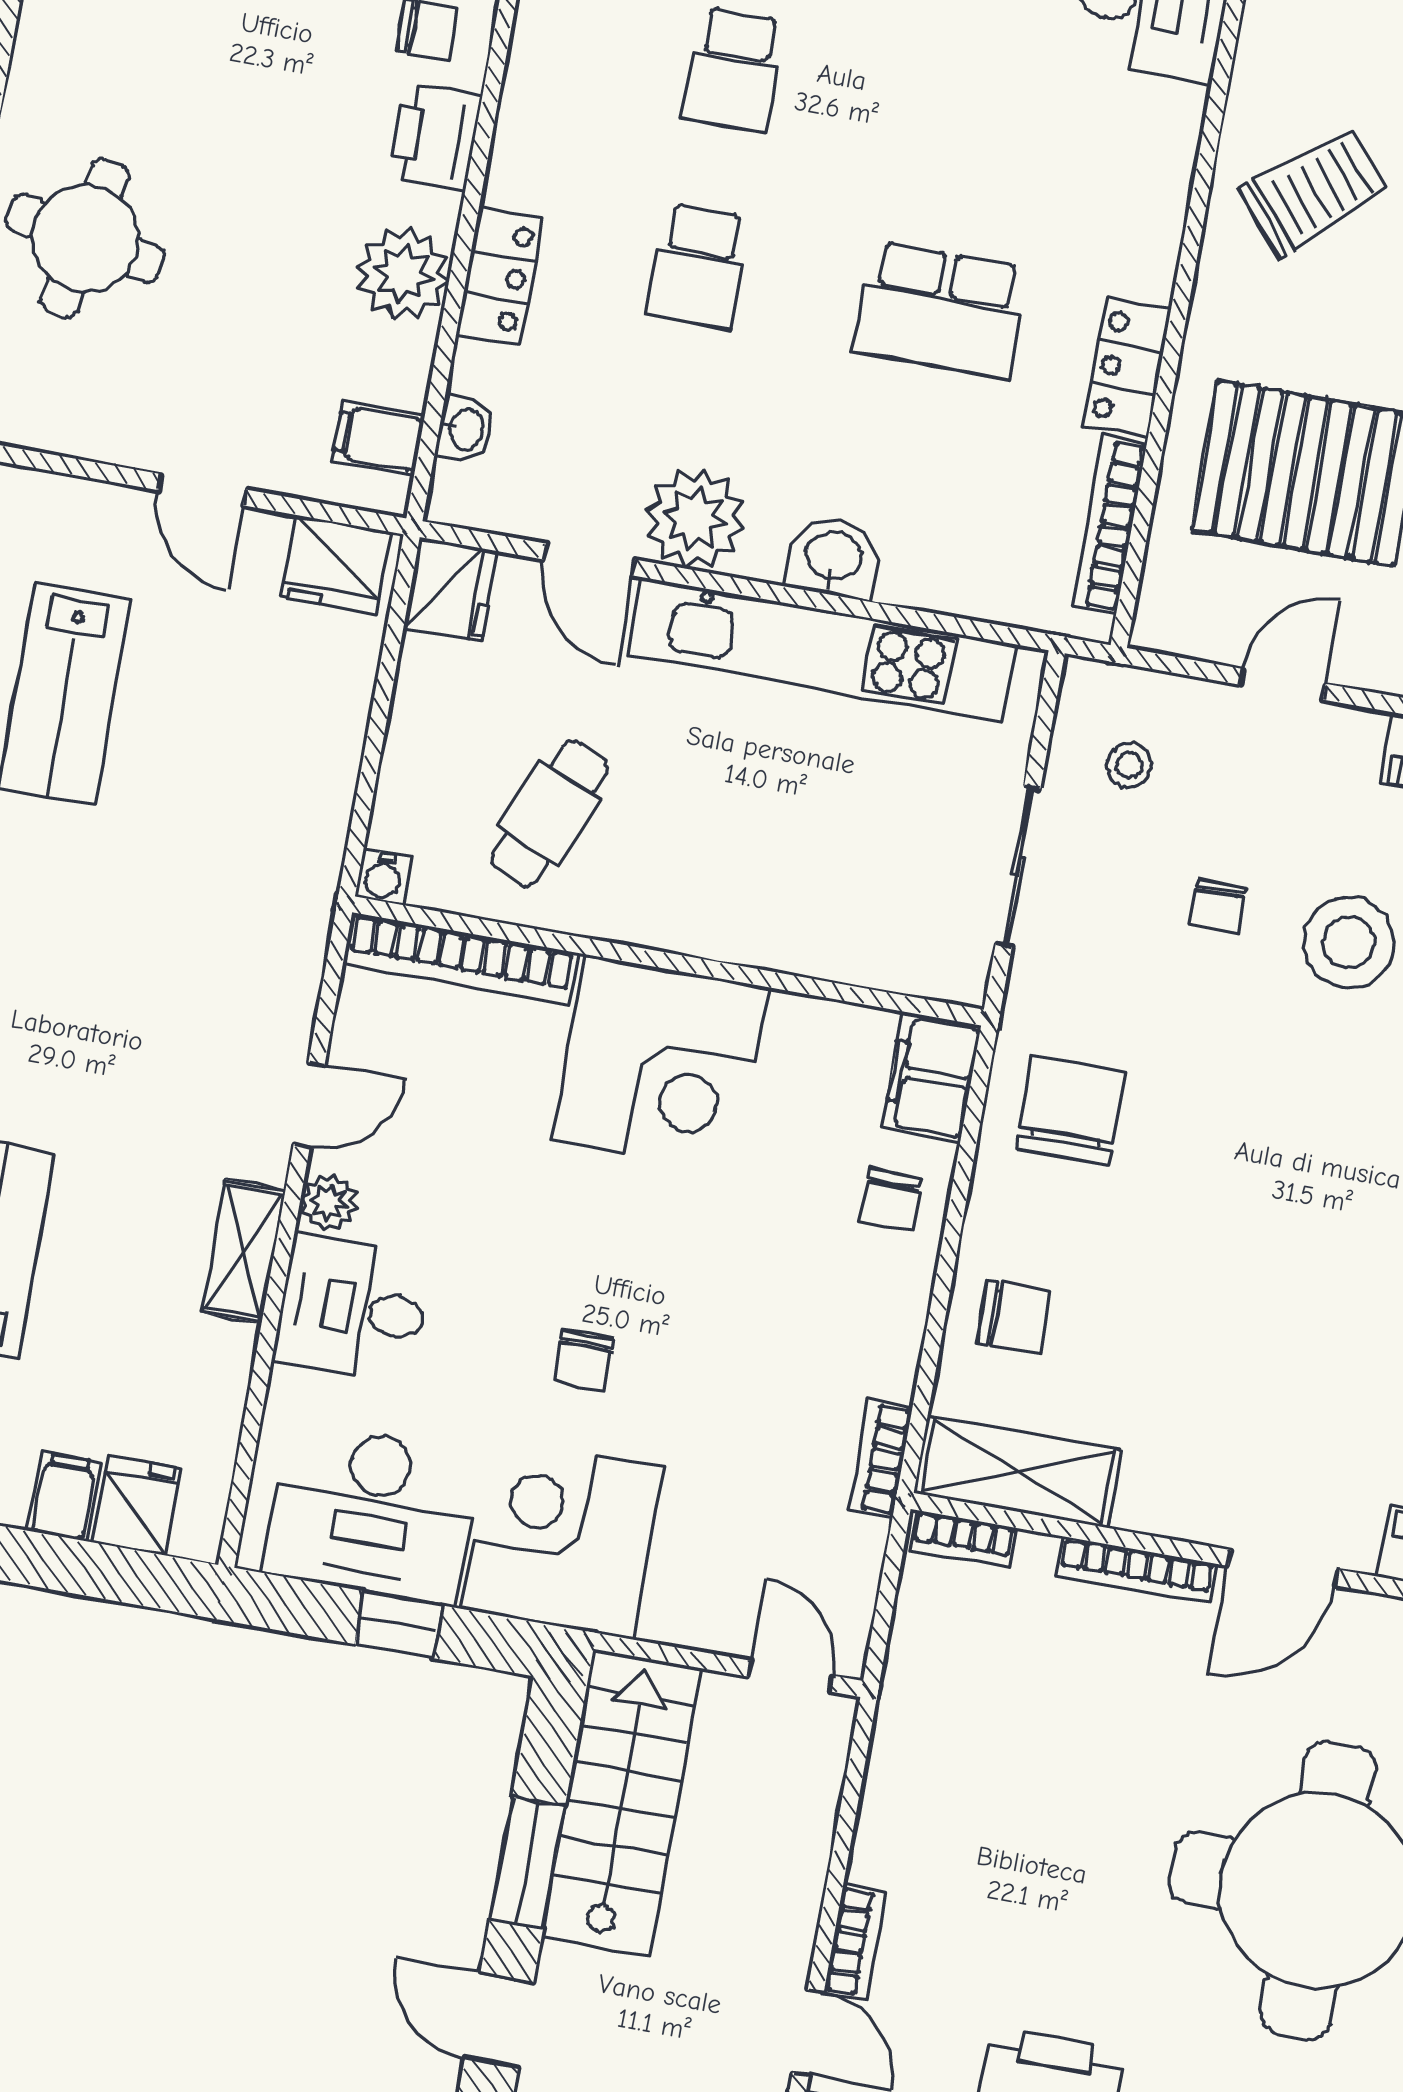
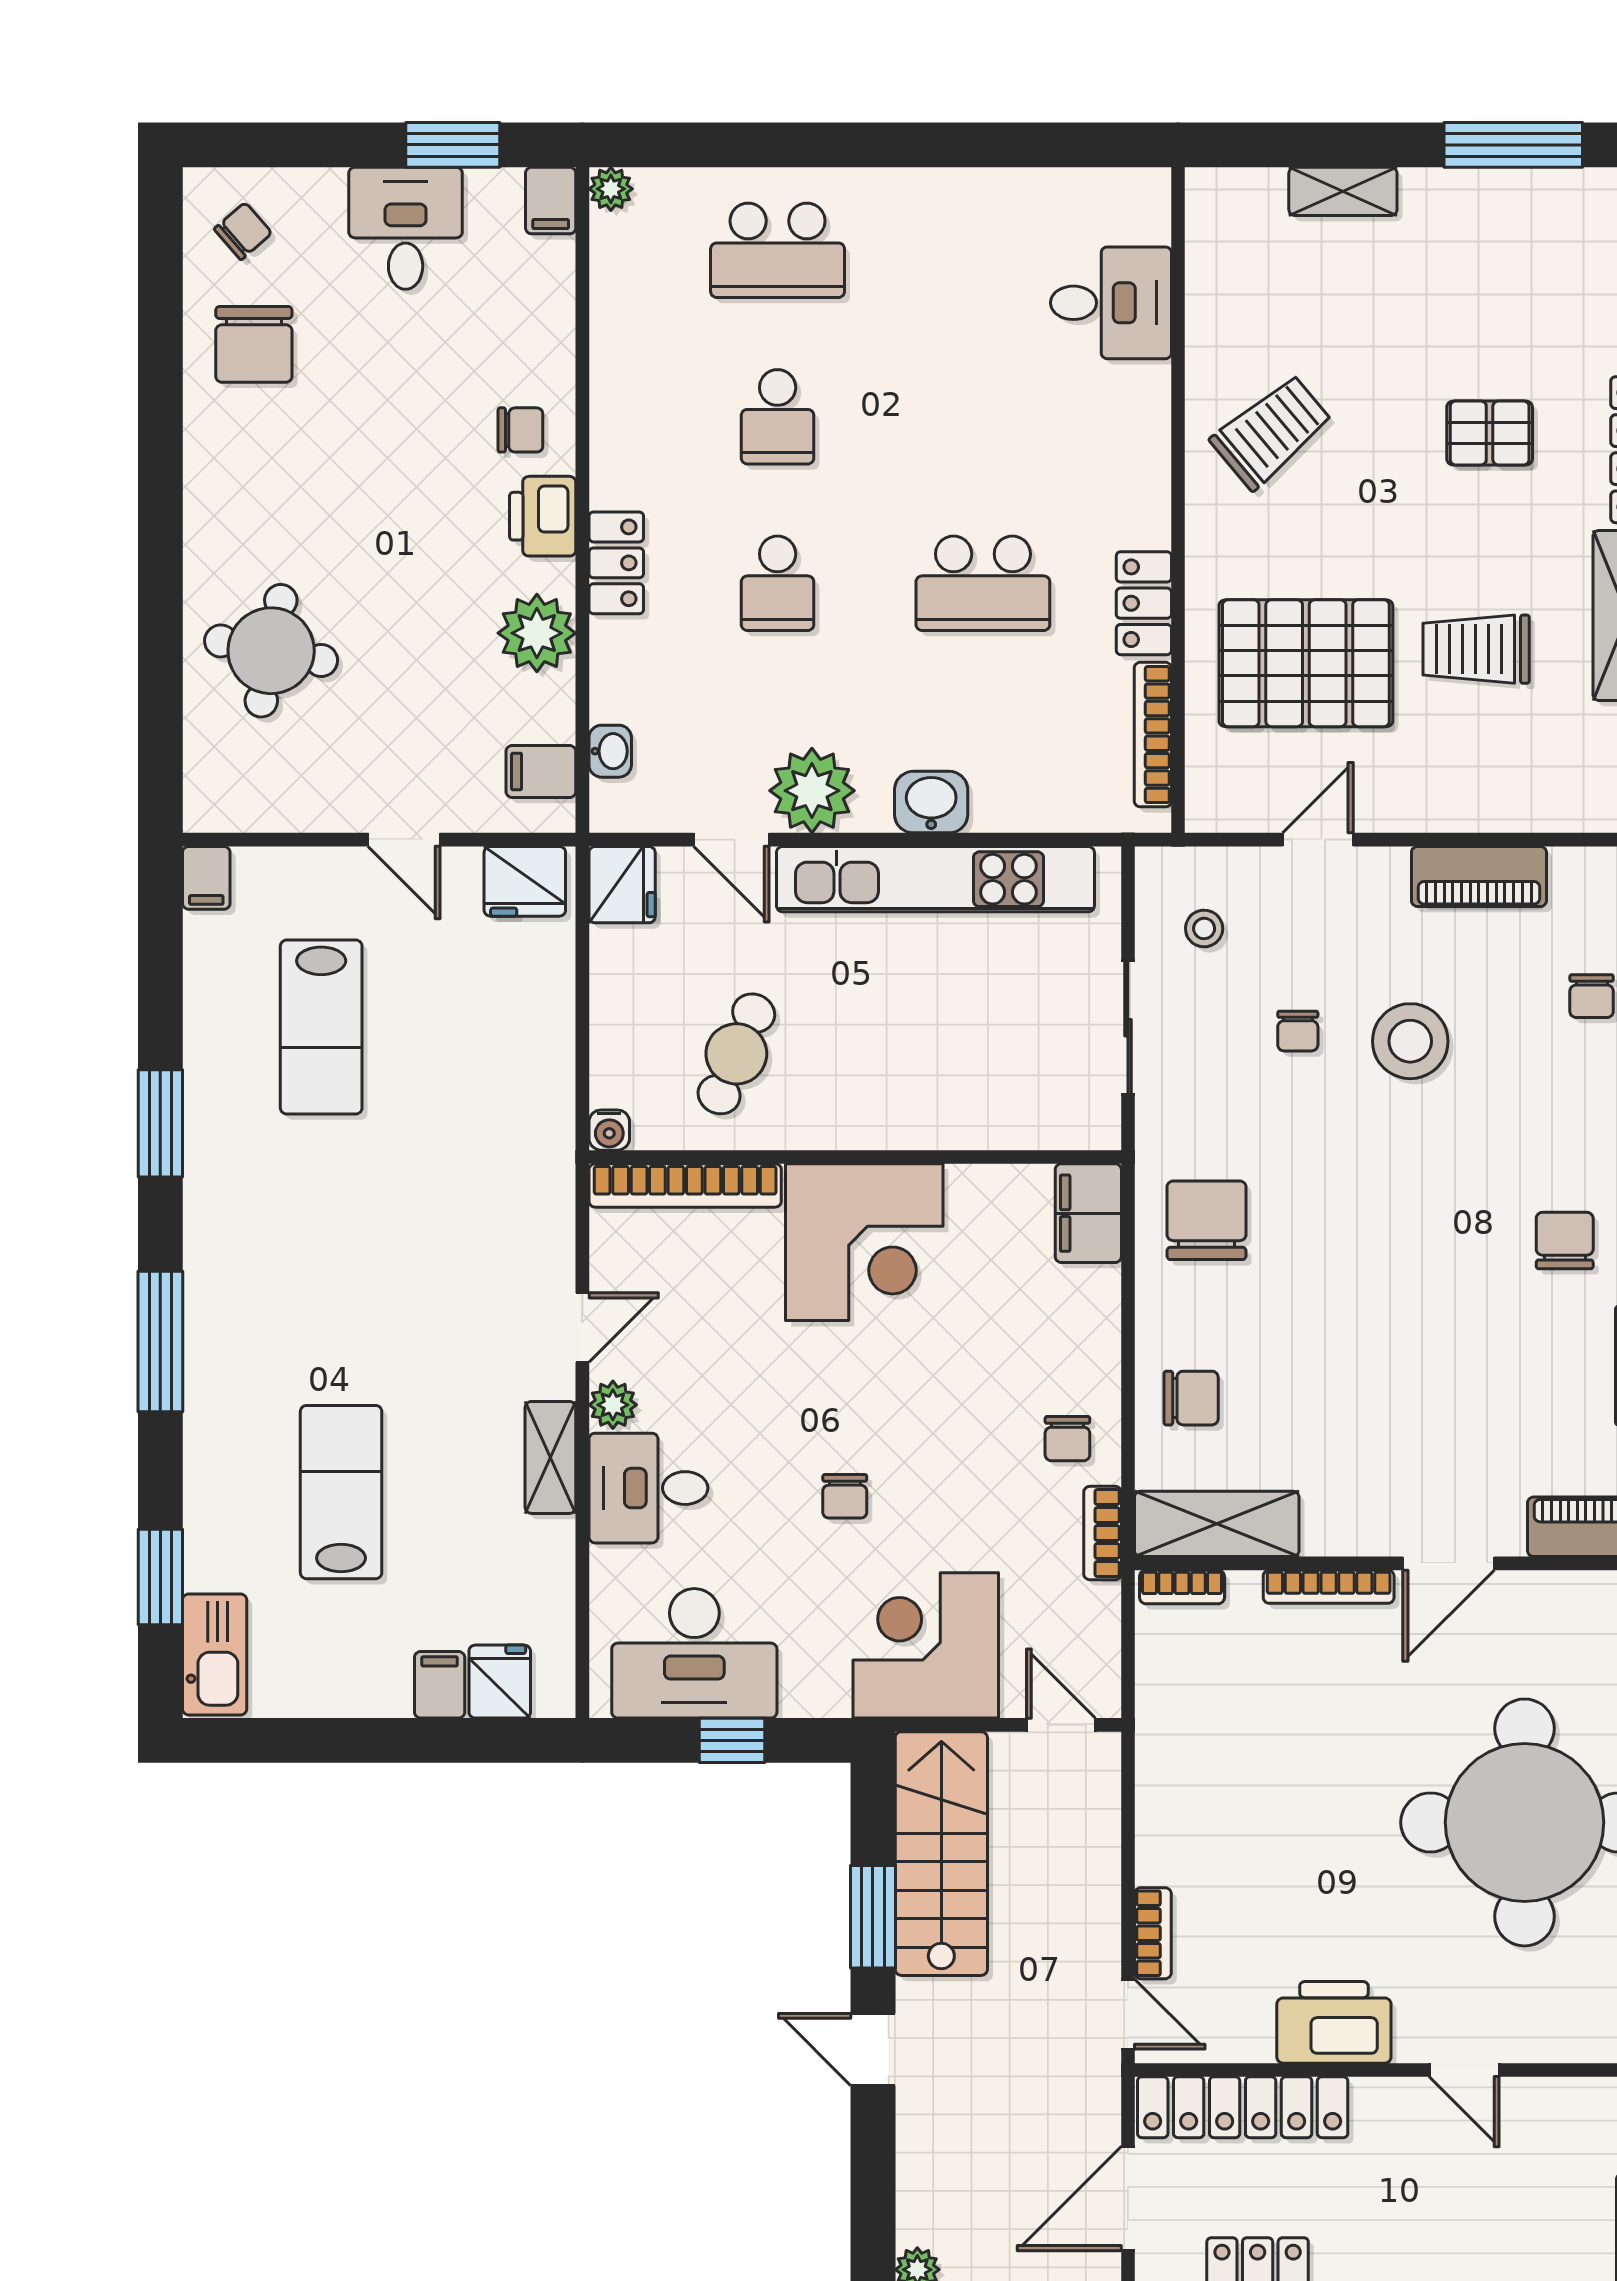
locker: (500, 276) -> (616, 563), moved
chair: (891, 1200) -> (1067, 1439), moved
corner desk: (563, 1538) -> (926, 1645), moved

